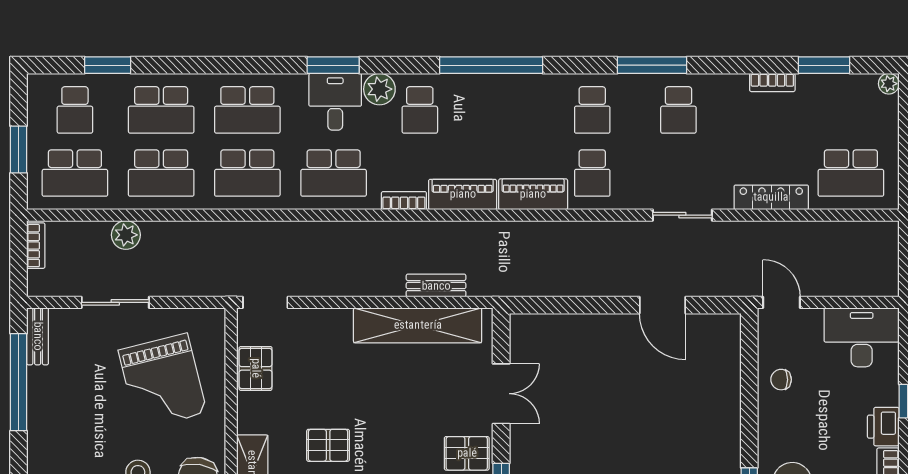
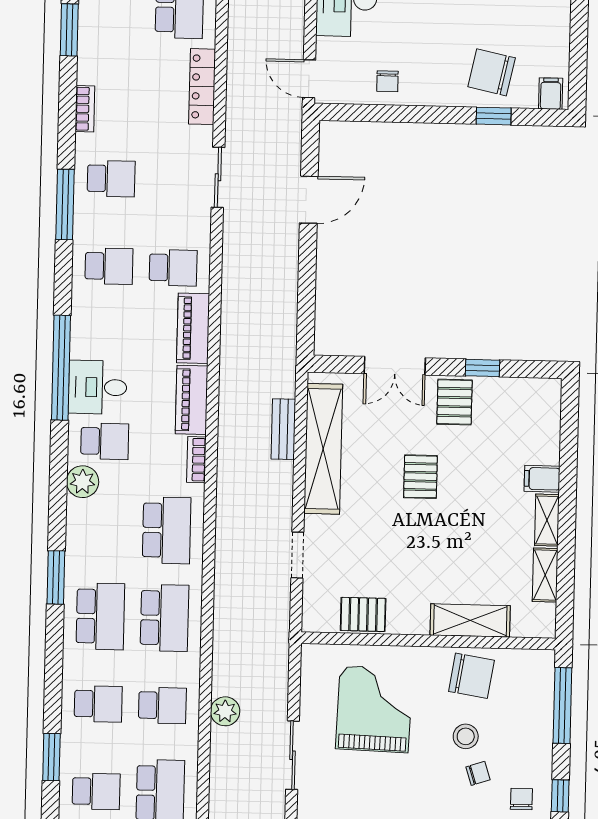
window: (333, 65) -> (56, 577), moved
bookcase: (772, 82) -> (85, 109), moved
desk: (335, 102) -> (98, 387), moved
school desk: (161, 110) -> (98, 704), width x0.54
school desk: (161, 173) -> (162, 705), width x0.54
plant: (126, 235) -> (225, 711), moved
doorway: (265, 302) -> (297, 555), moved
door: (782, 302) -> (309, 79), hinge flipped
grand piano: (163, 382) -> (374, 709), turned -74
double door: (501, 394) -> (395, 366), swing flipped
pallet: (328, 445) -> (420, 477), moved

